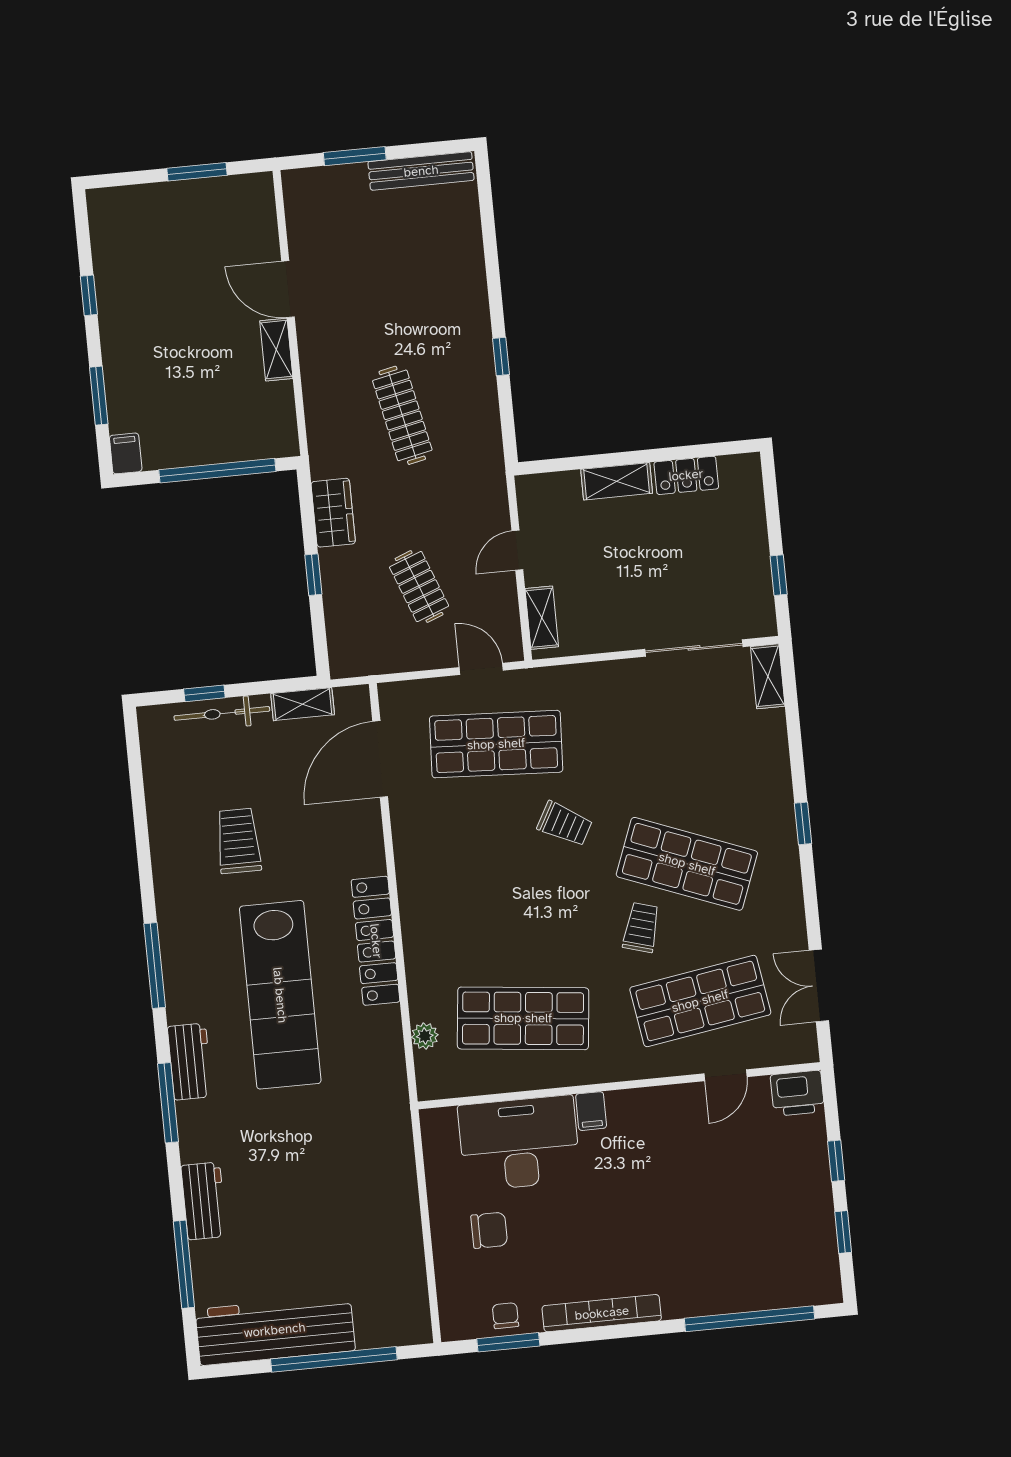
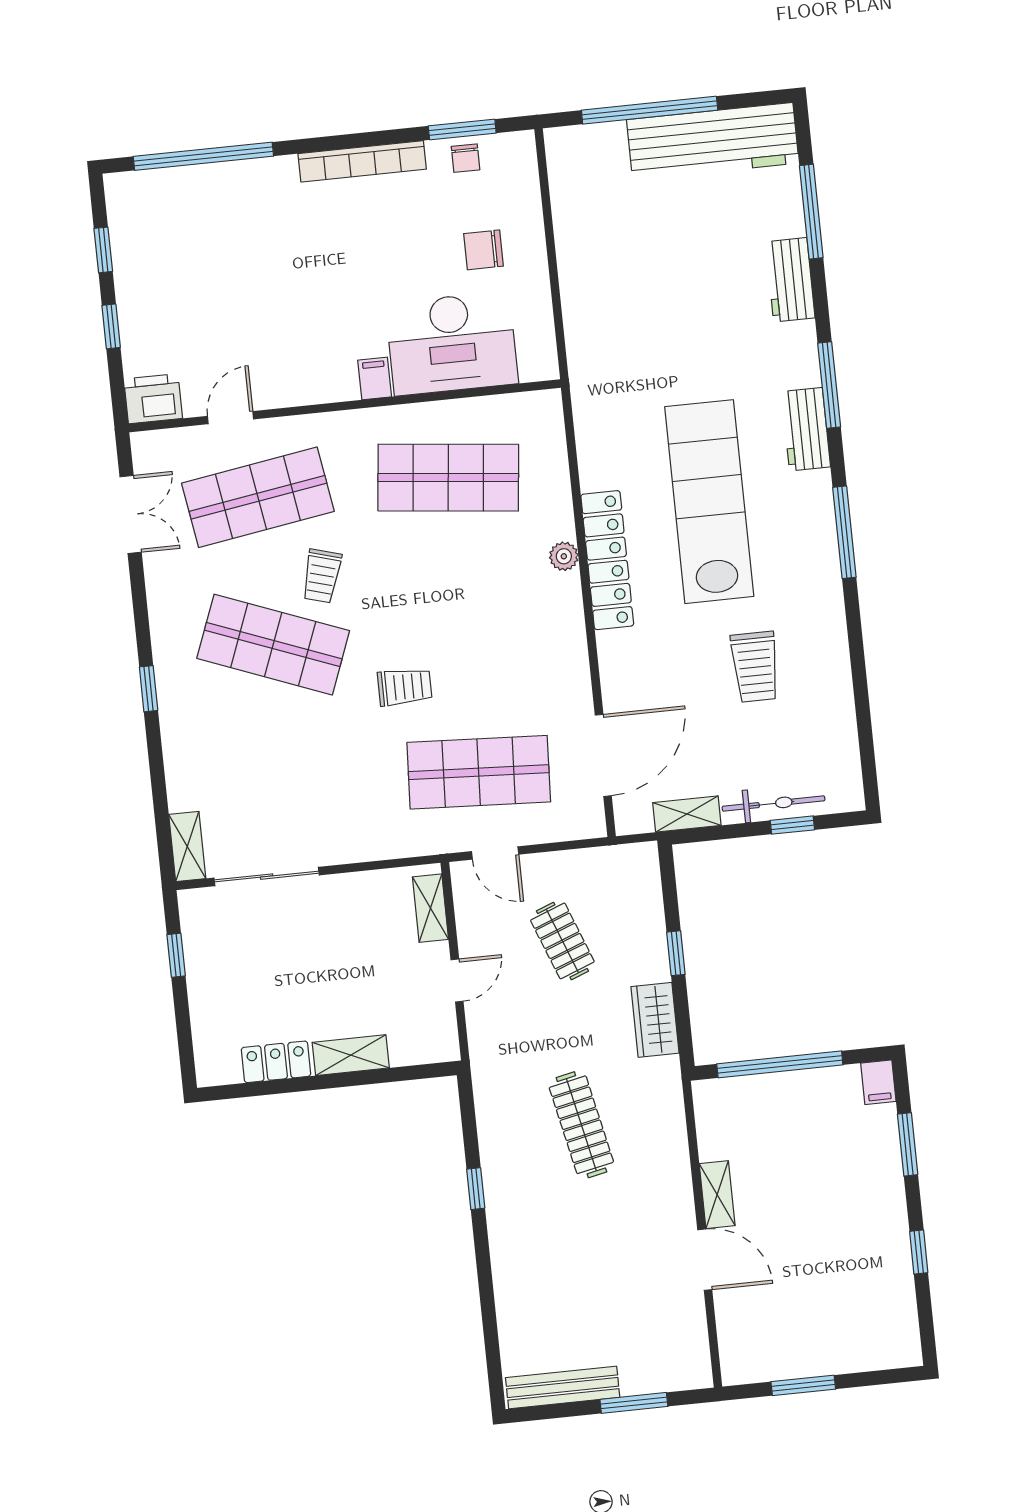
trolley: (565, 824) -> (405, 687), turned 151
plant: (425, 1036) -> (564, 556), moved

